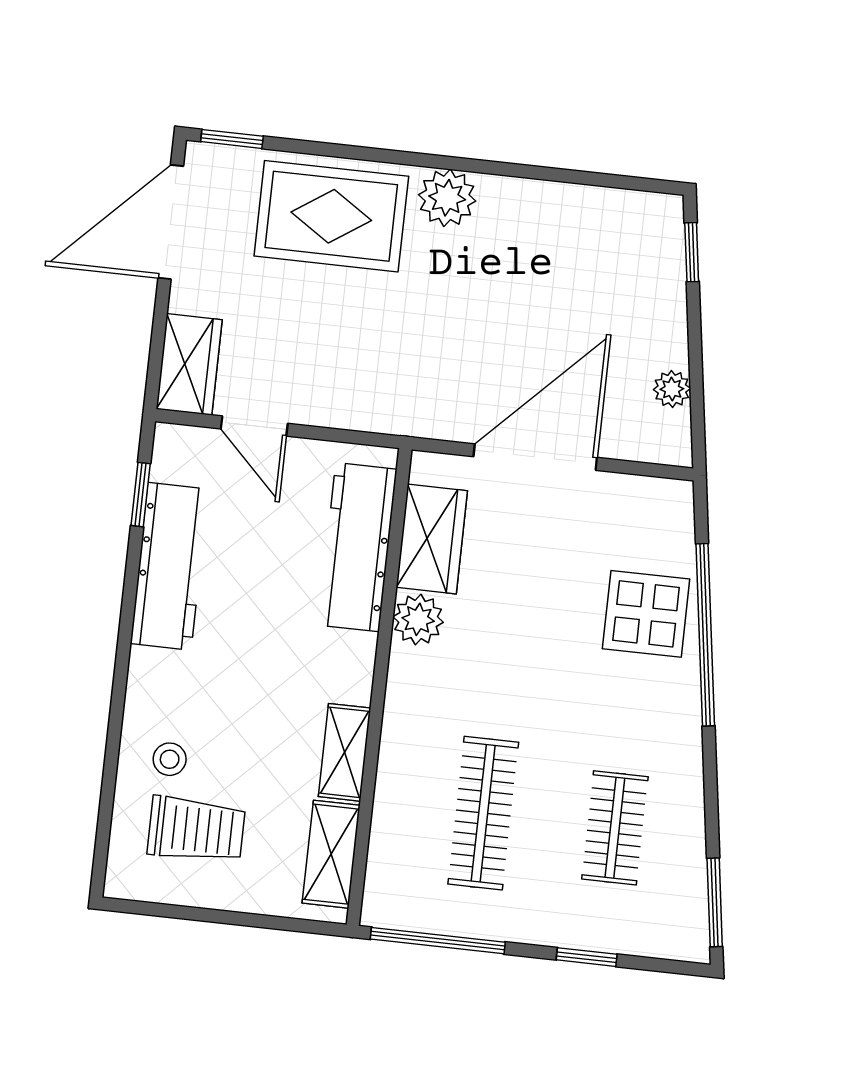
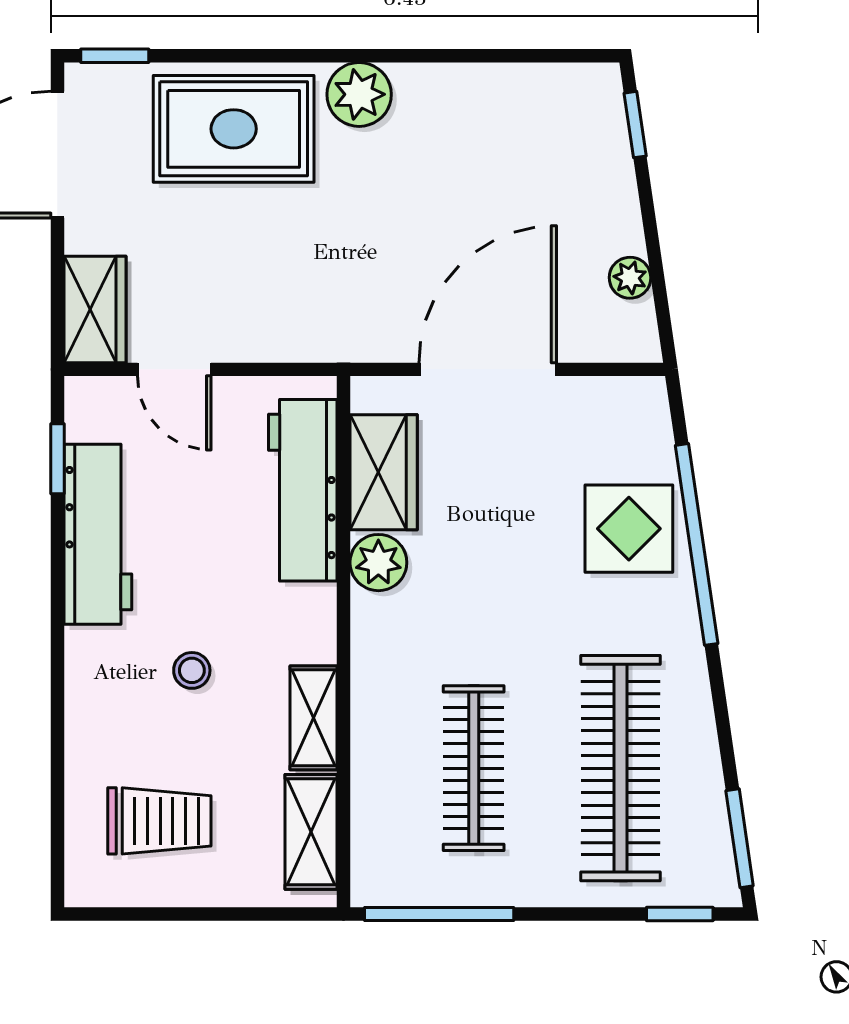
stool: (170, 759) -> (192, 670), moved
clothes rail: (615, 828) -> (621, 768), width x1.86, depth x1.31
window: (587, 957) -> (680, 914), moved

